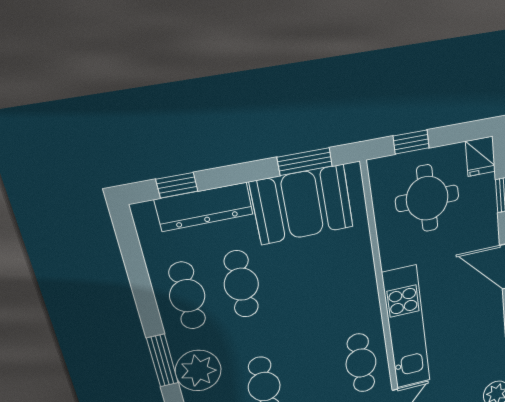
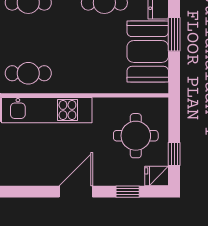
window: (411, 142) -> (174, 154), moved
window: (305, 162) -> (174, 34), moved

